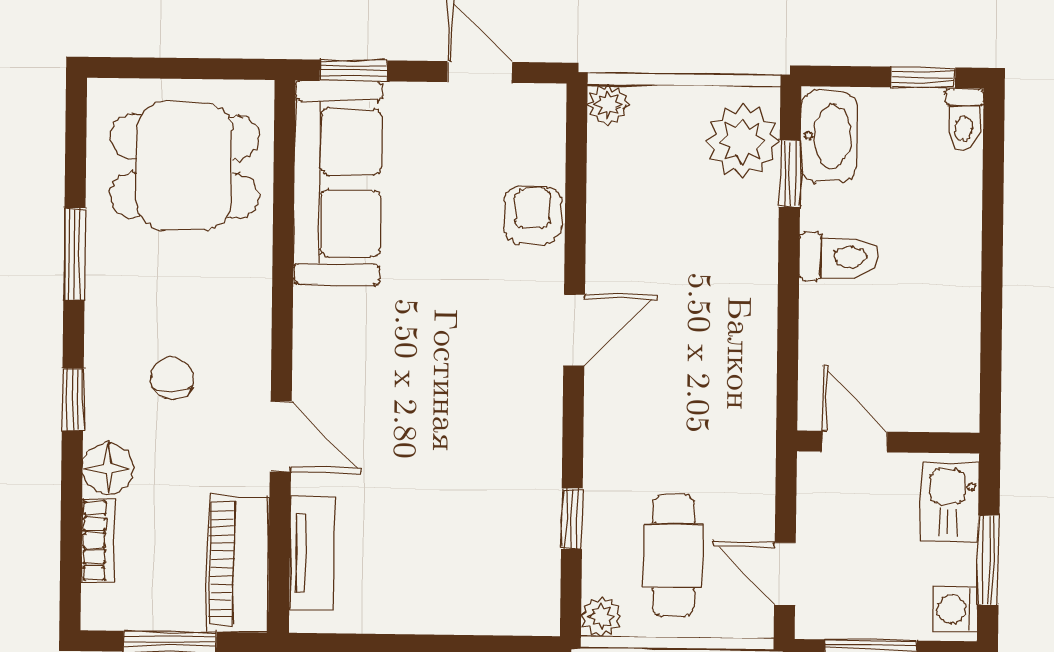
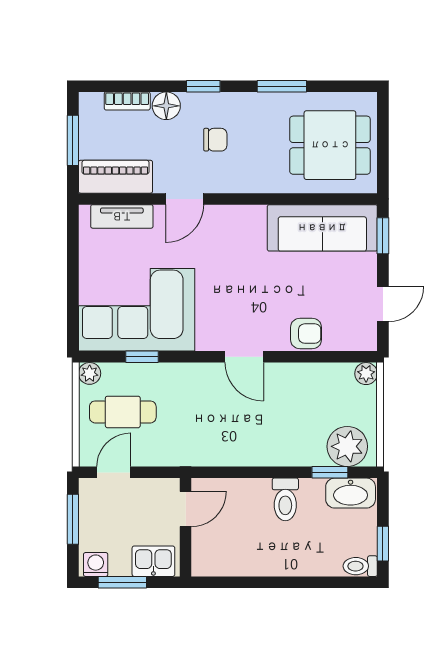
dining table: (185, 166) -> (330, 145), turned 90
corner sofa: (485, 528) -> (137, 310), added

